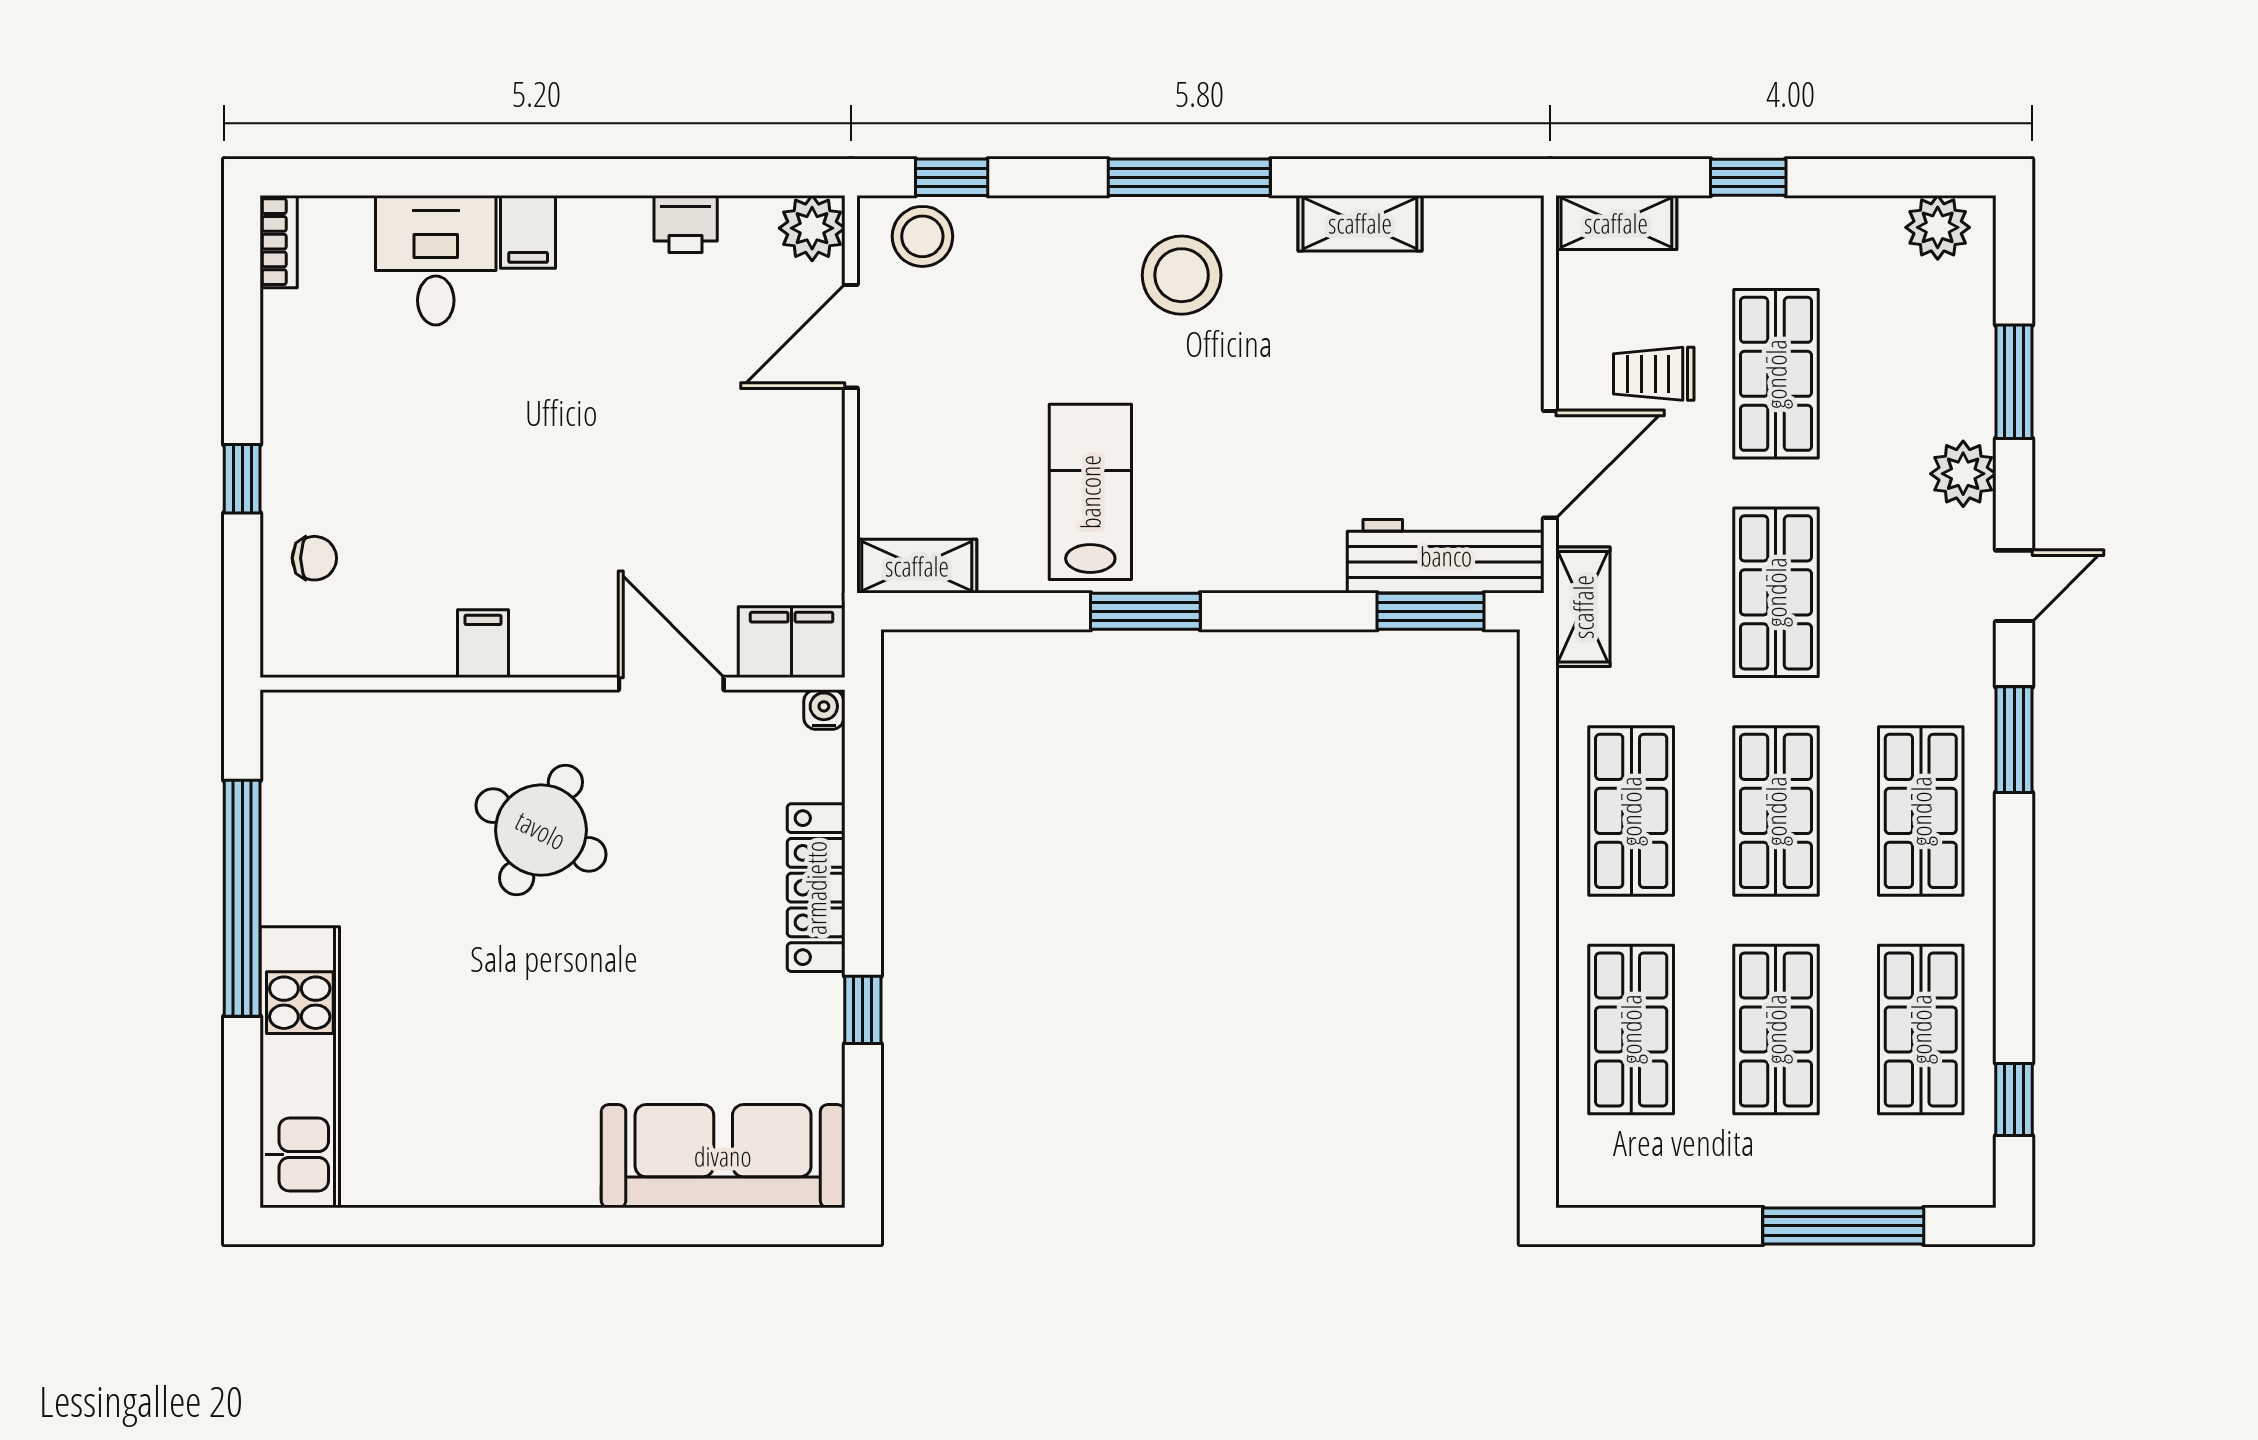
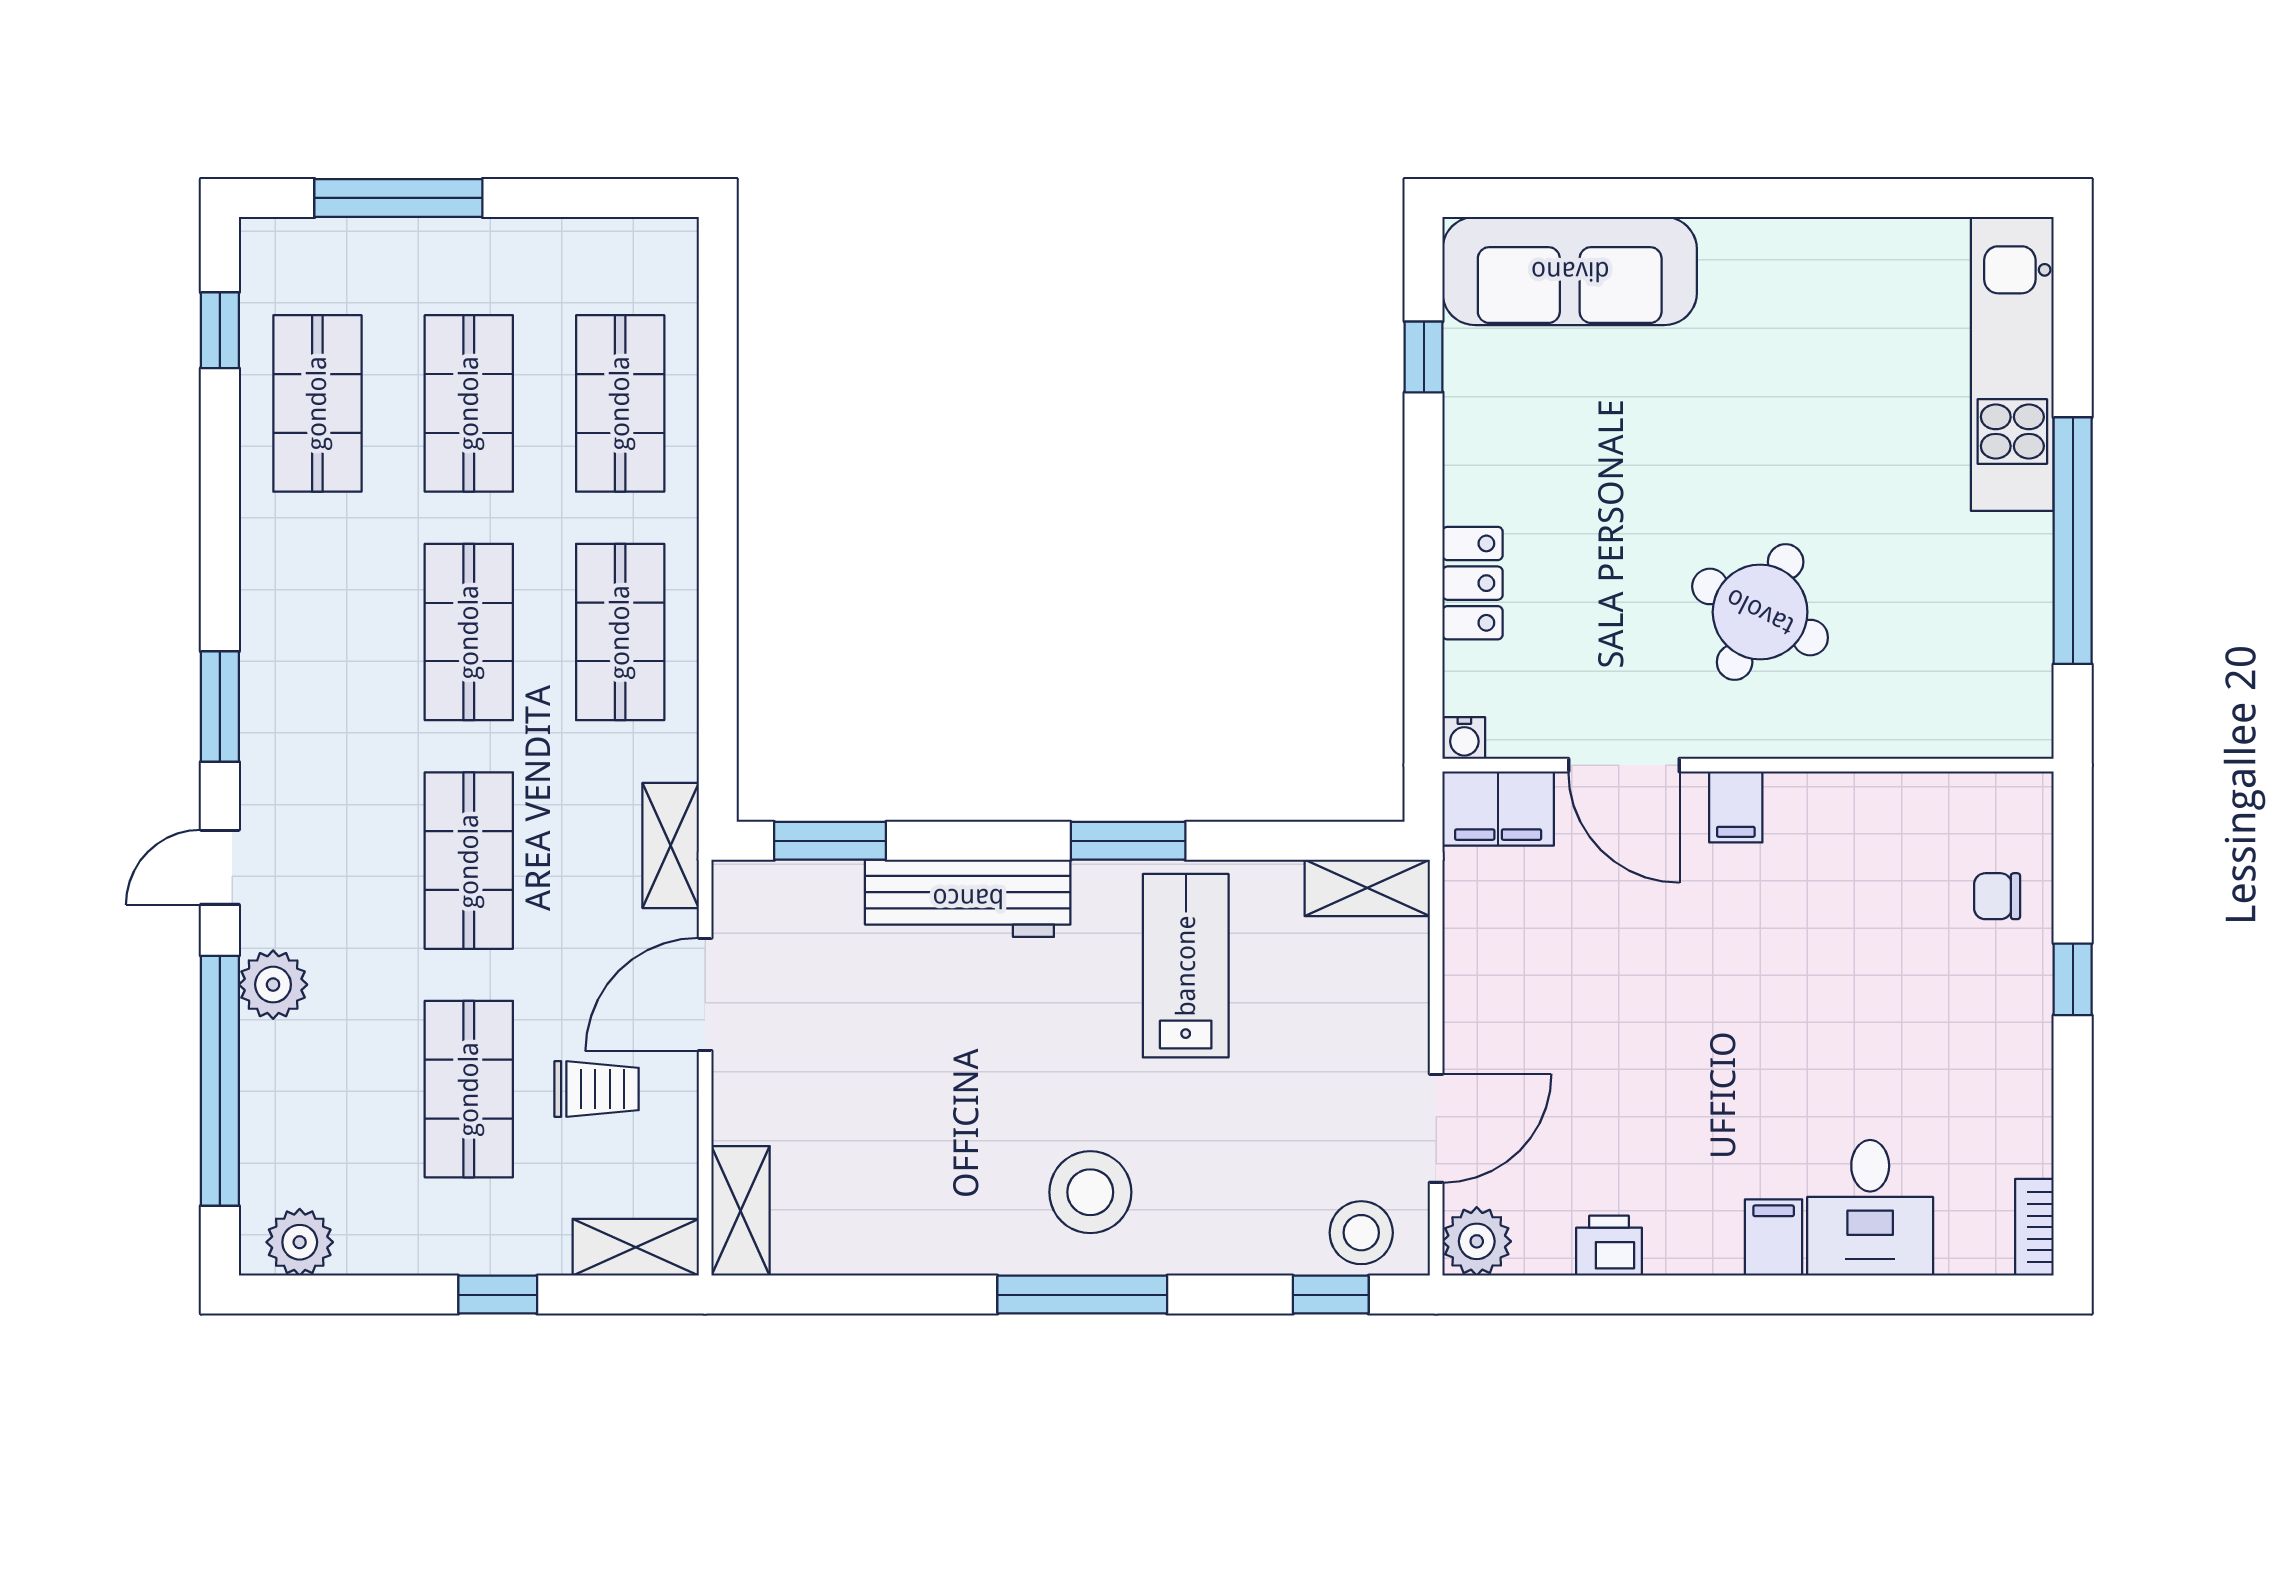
shelving: (1360, 223) -> (741, 1211), moved, turned 90
window: (2014, 382) -> (220, 1081), width x2.11
lab bench: (1090, 492) -> (1186, 966), turned 180
workbench: (1446, 556) -> (968, 898), moved
filing cabinet: (483, 644) -> (1736, 807), moved
shop shelf: (1921, 811) -> (317, 632), removed
locker: (816, 888) -> (1473, 583), width x0.66
window: (863, 1010) -> (1424, 357), moved

